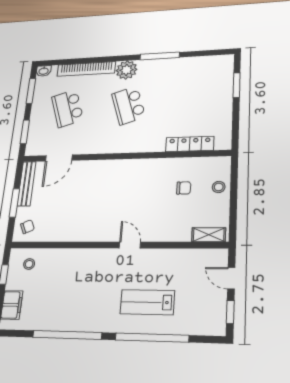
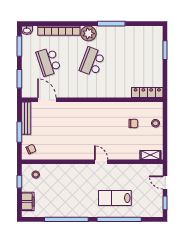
school desk: (128, 105) -> (92, 62), turned 39
locker: (190, 144) -> (147, 92), moved
door: (59, 158) -> (47, 100), swing flipped

